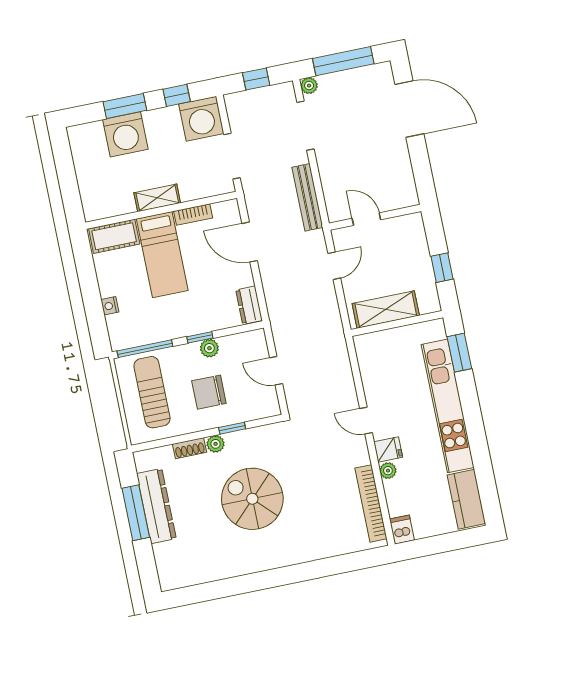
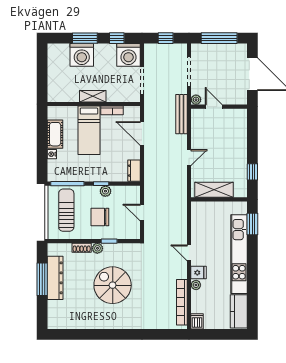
plant: (309, 86) -> (196, 100), moved
wall: (375, 217) -> (219, 107), moved
door: (366, 219) -> (214, 107), moved
cot: (114, 236) -> (55, 134), moved, turned 90

